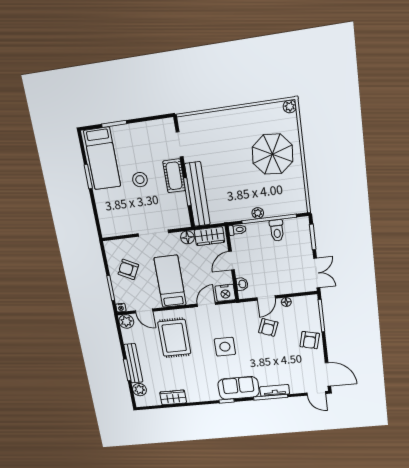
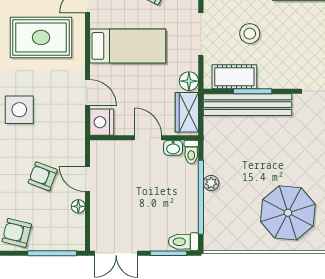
cot: (174, 176) -> (234, 77), moved
stool: (140, 180) -> (250, 34), moved
toilet: (277, 230) -> (183, 242), moved
washbasin: (242, 284) -> (173, 148), moved

